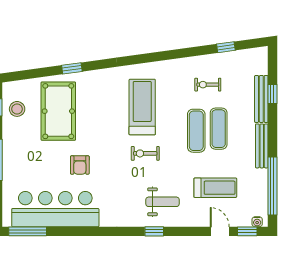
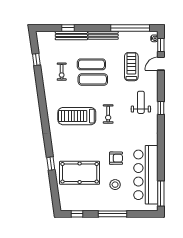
stool: (17, 109) -> (115, 185), moved

